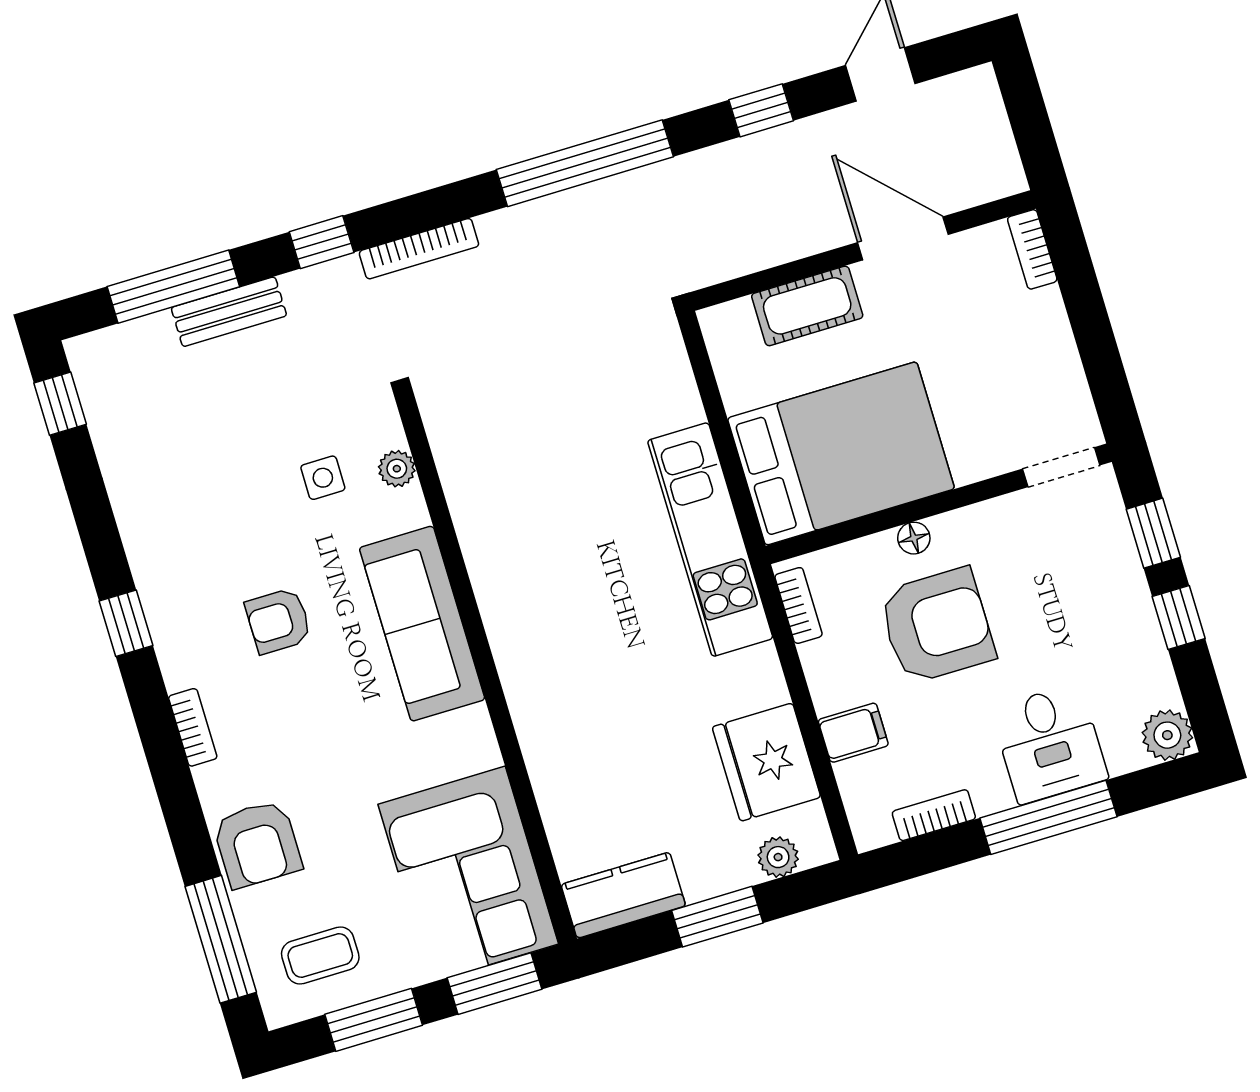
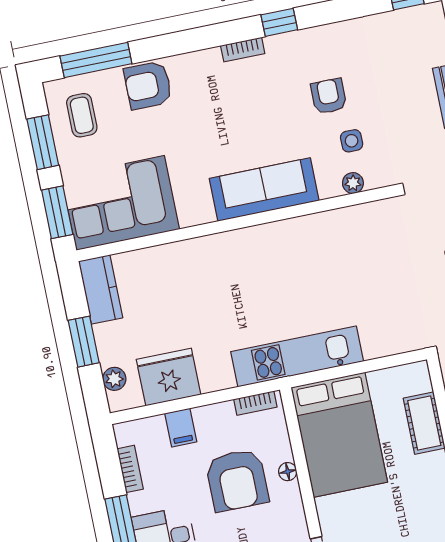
armchair: (278, 621) -> (329, 96), moved
bookcase: (193, 727) -> (243, 50), moved

